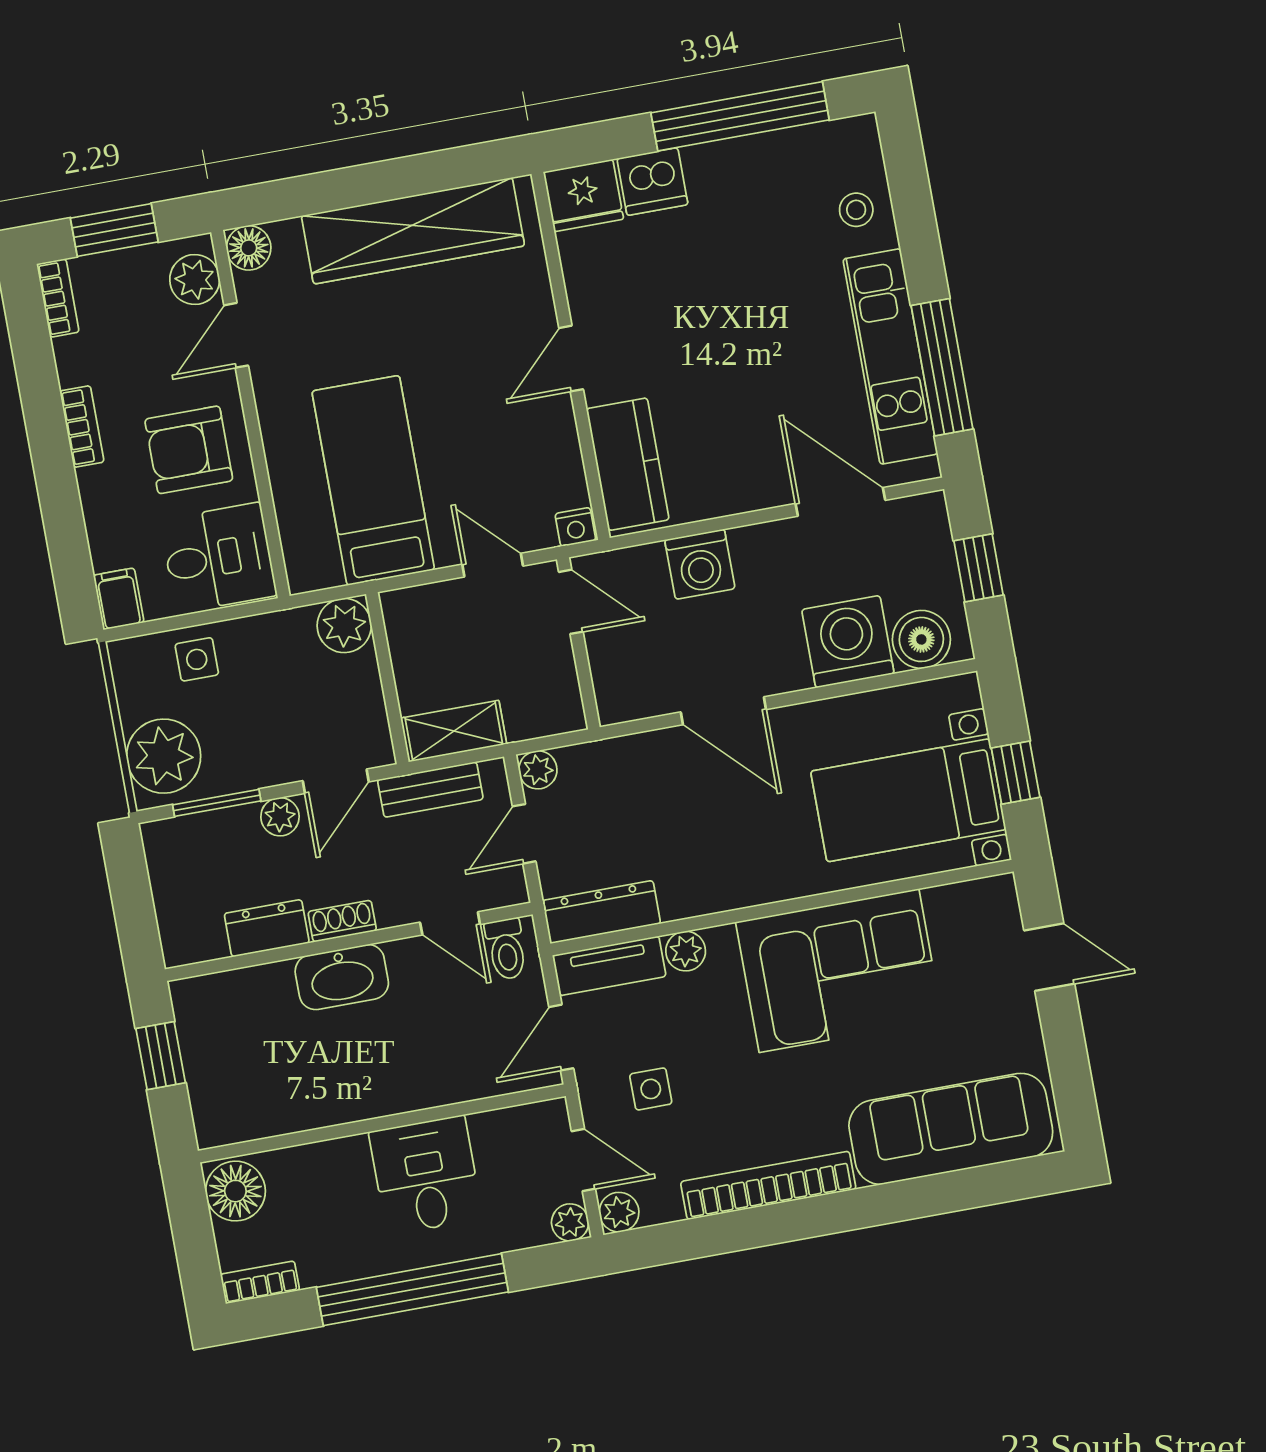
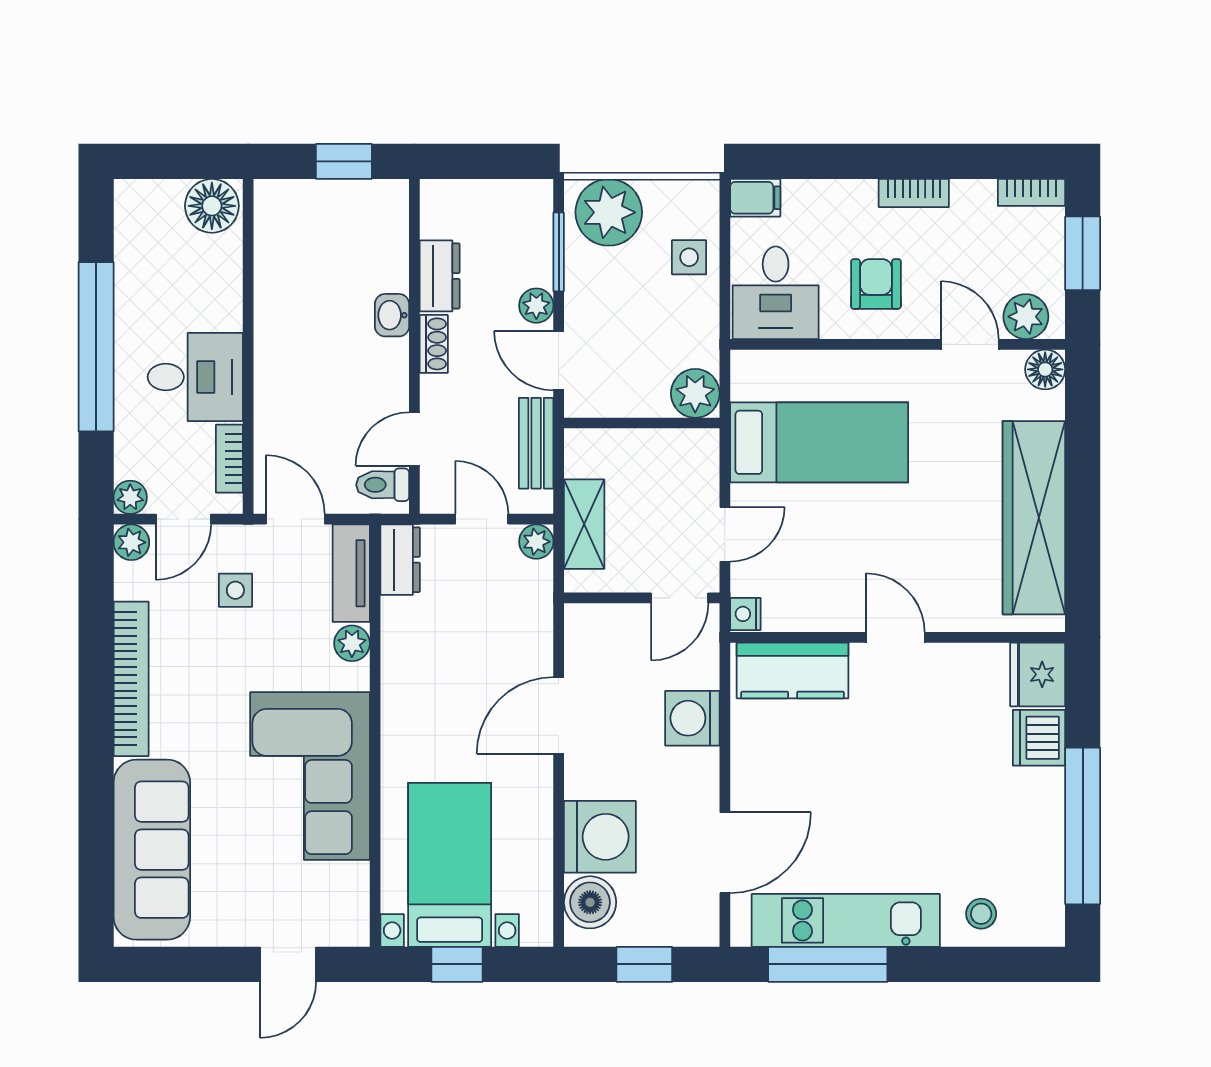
armchair: (189, 450) -> (876, 284), width x0.72, depth x0.72
shelving: (454, 731) -> (584, 524), moved
dresser: (602, 912) -> (400, 560), width x0.70
washbasin: (342, 977) -> (392, 315), width x0.52, depth x0.69
bookcase: (260, 1282) -> (229, 459), moved, turned 180

